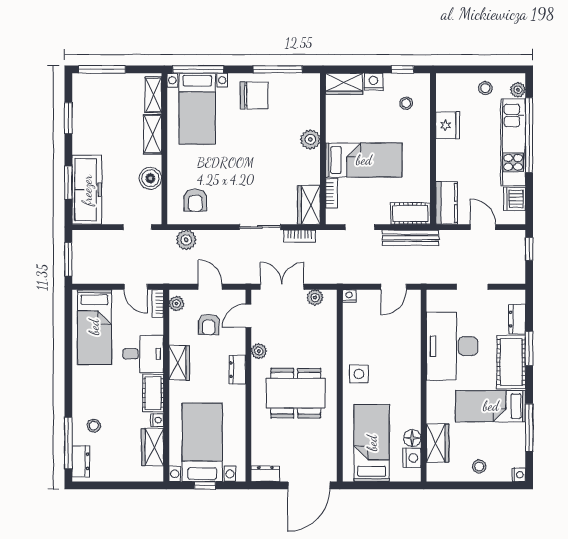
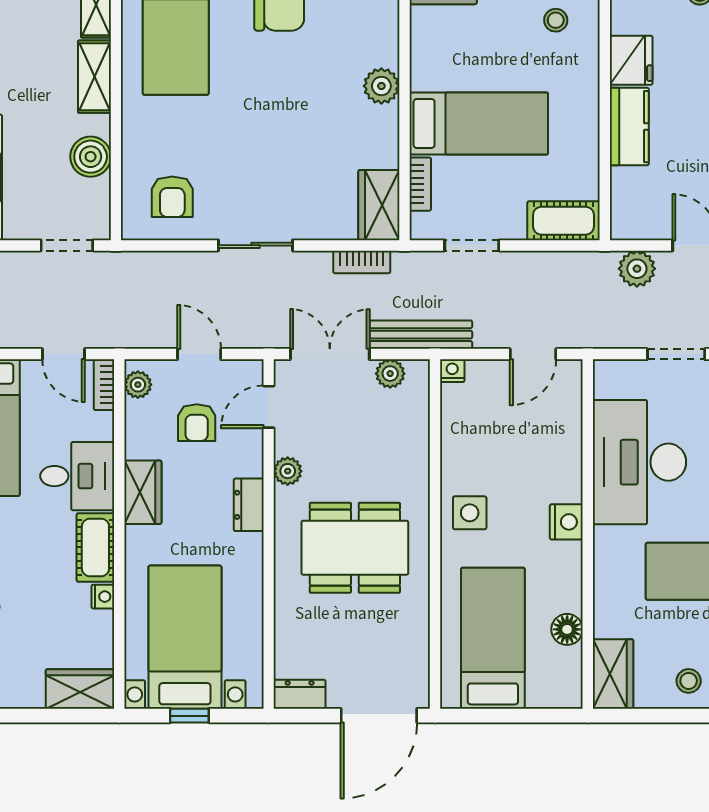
kitchen counter: (447, 203) -> (629, 127), moved
sliding door: (260, 227) -> (255, 245), moved
bench: (411, 238) -> (421, 335), moved
plant: (186, 240) -> (637, 269), moved
wardrobe: (438, 443) -> (613, 674), moved
wardrobe: (153, 447) -> (80, 689), moved, turned 90
nightstand: (412, 458) -> (566, 522), moved

